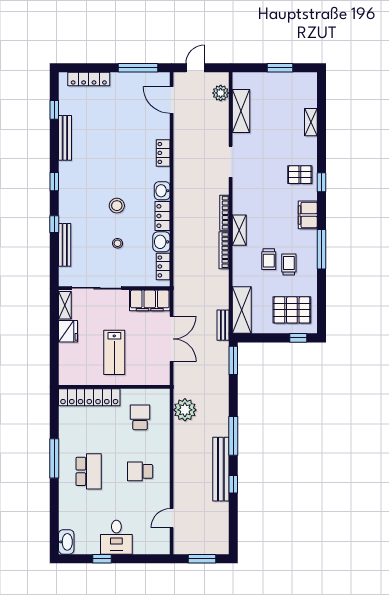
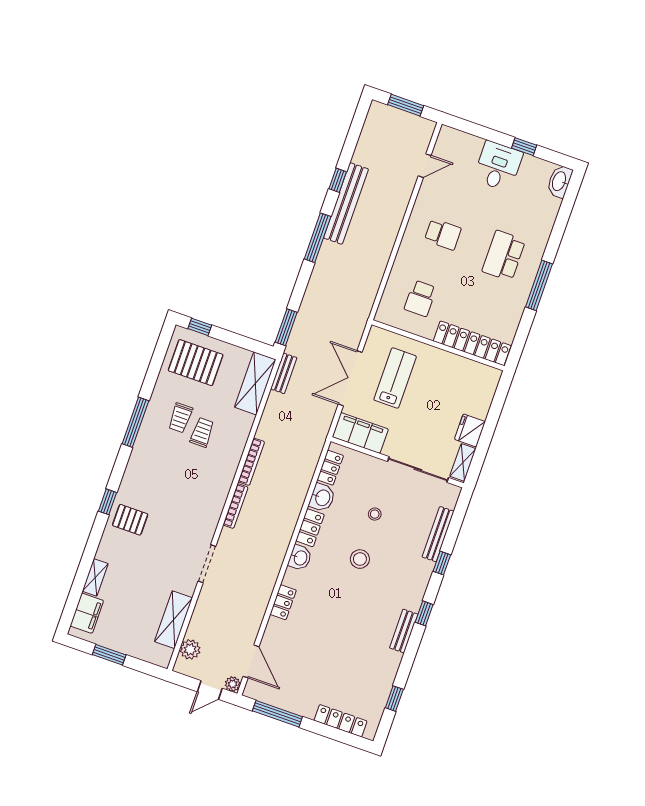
bench: (65, 138) -> (404, 631), moved, width x0.73
filing cabinet: (308, 215) -> (87, 613), moved
shelving: (239, 230) -> (225, 479), removed
lab bench: (114, 352) -> (395, 378), moved
plant: (185, 410) -> (233, 684), moved, width x0.53, depth x0.53

